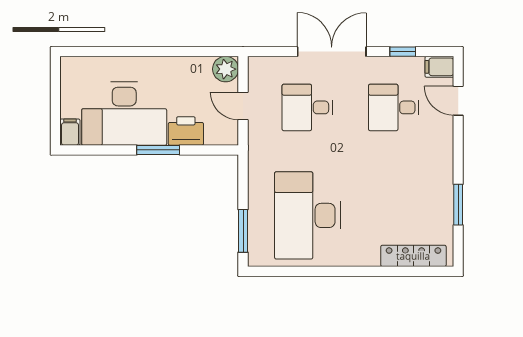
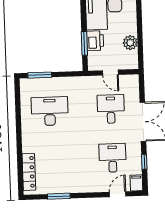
plant: (226, 69) -> (130, 43), moved
door: (243, 106) -> (110, 73), swing flipped
window: (158, 150) -> (84, 43), moved
desk: (307, 215) -> (50, 111), width x0.73, depth x0.77

